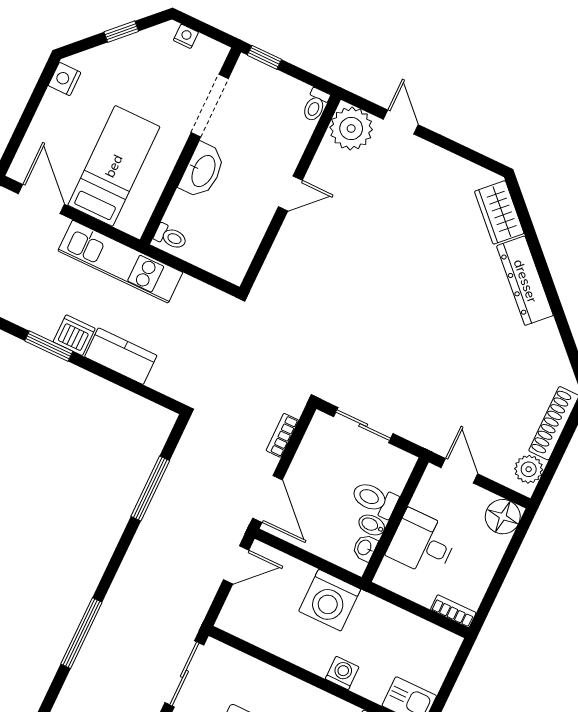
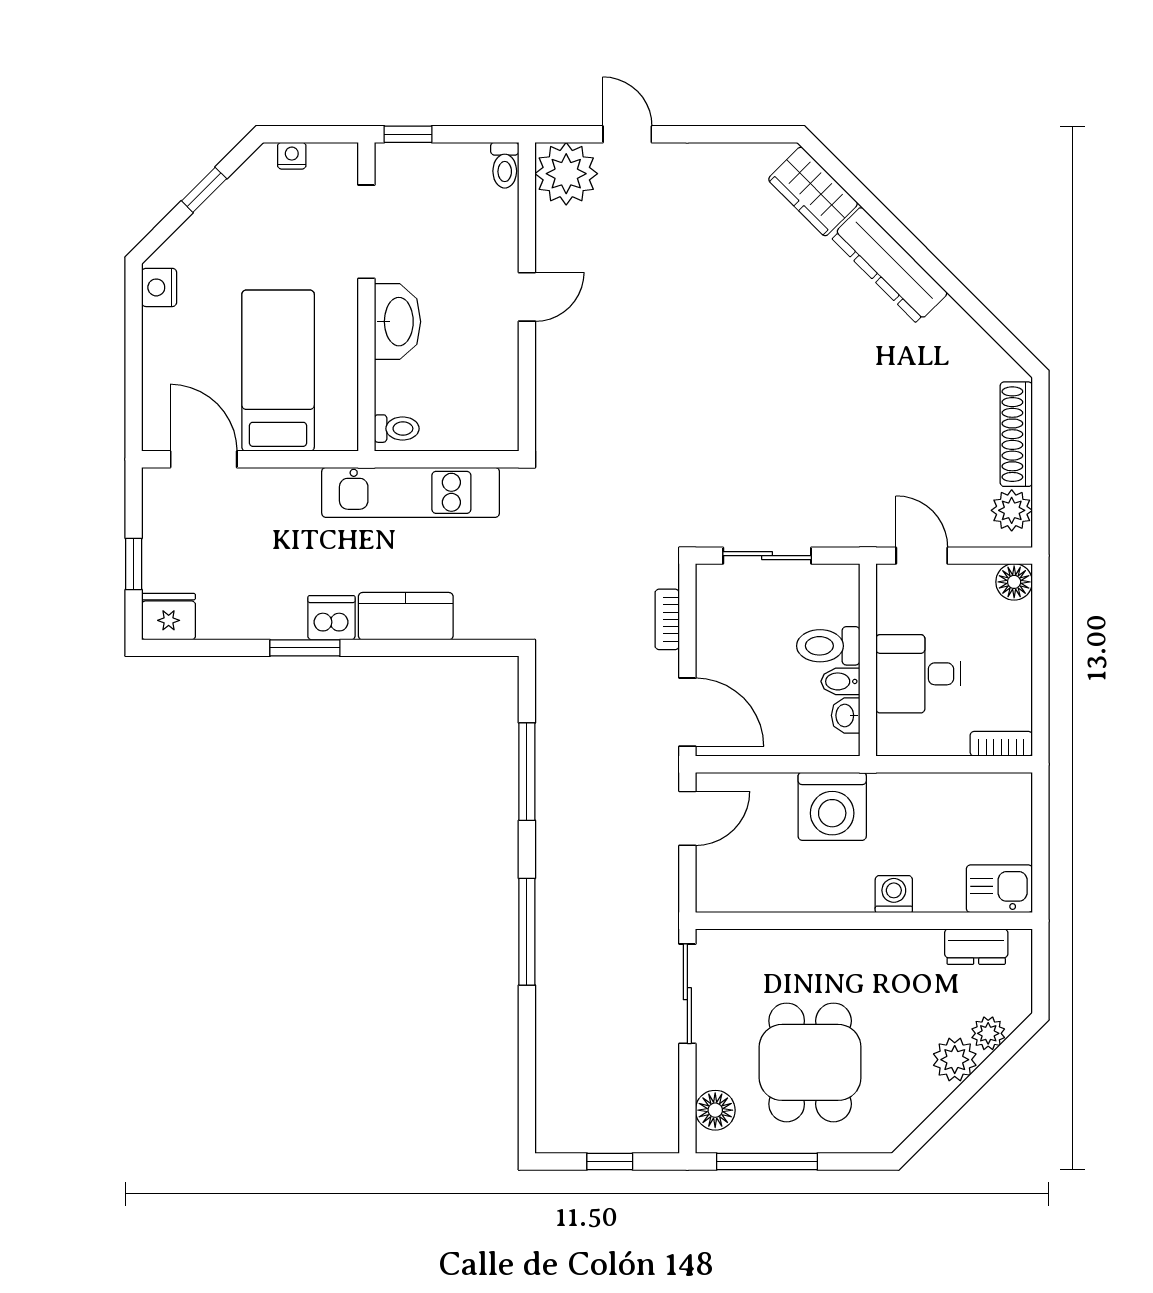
kitchen unit: (120, 262) -> (411, 492), moved
floor lamp: (503, 517) -> (1014, 582), width x0.73, depth x0.73
window: (81, 633) -> (527, 932), moved

